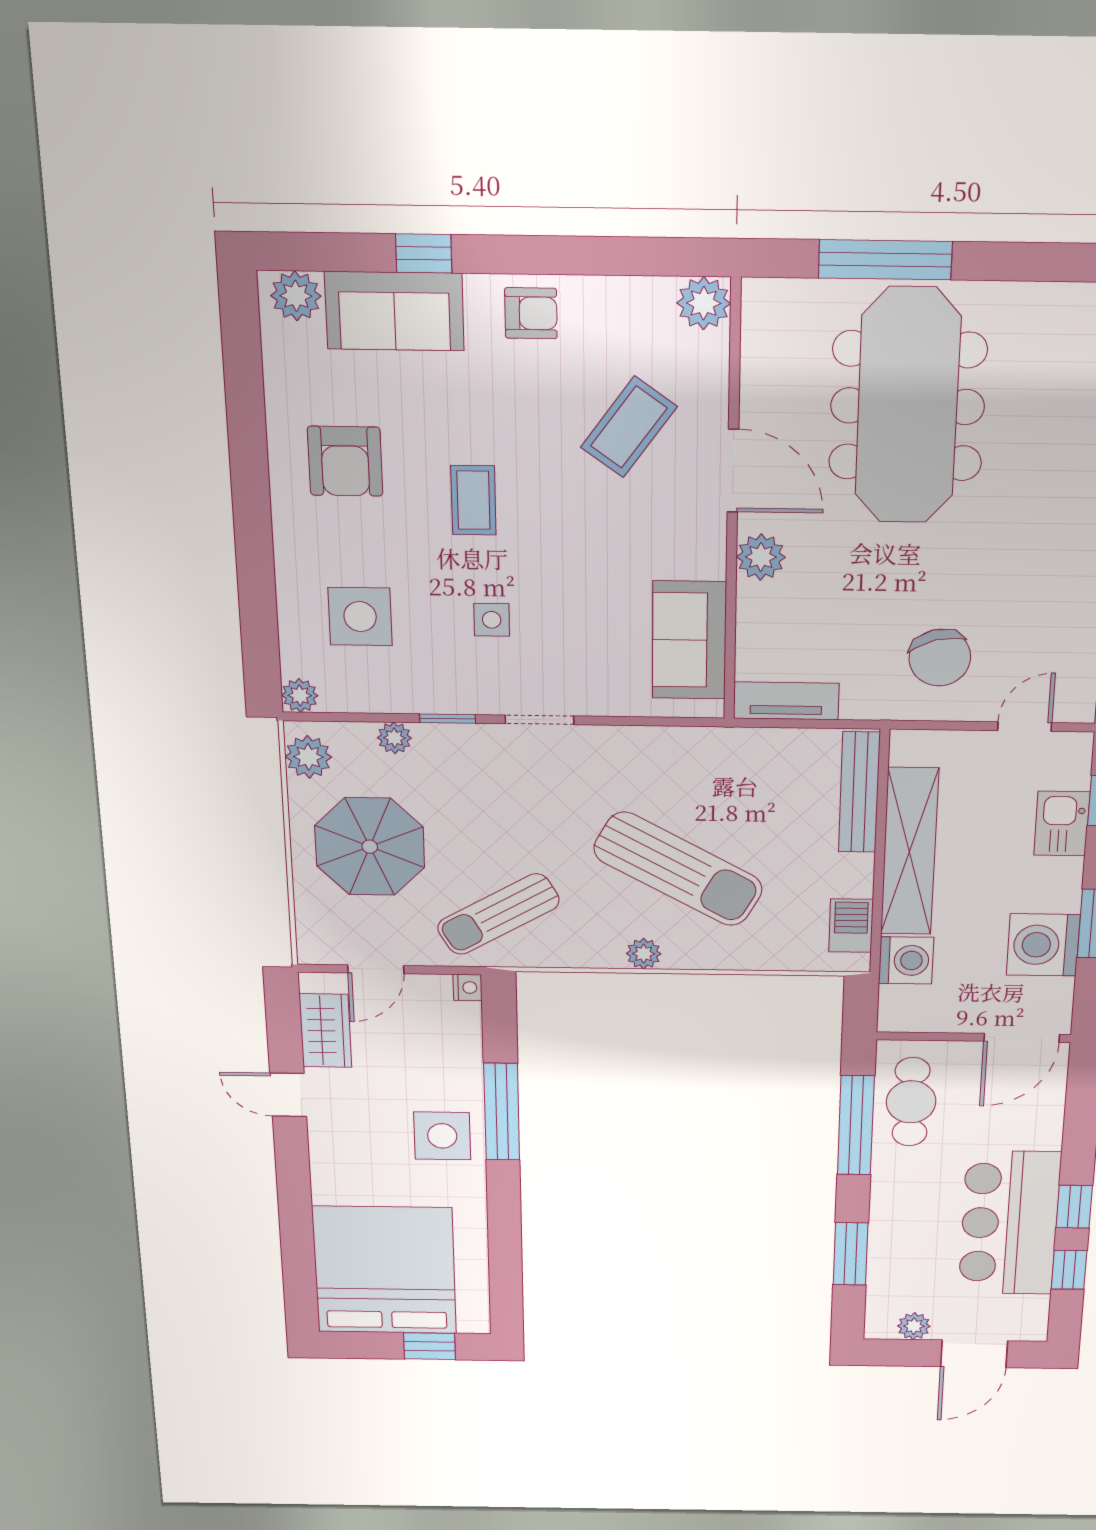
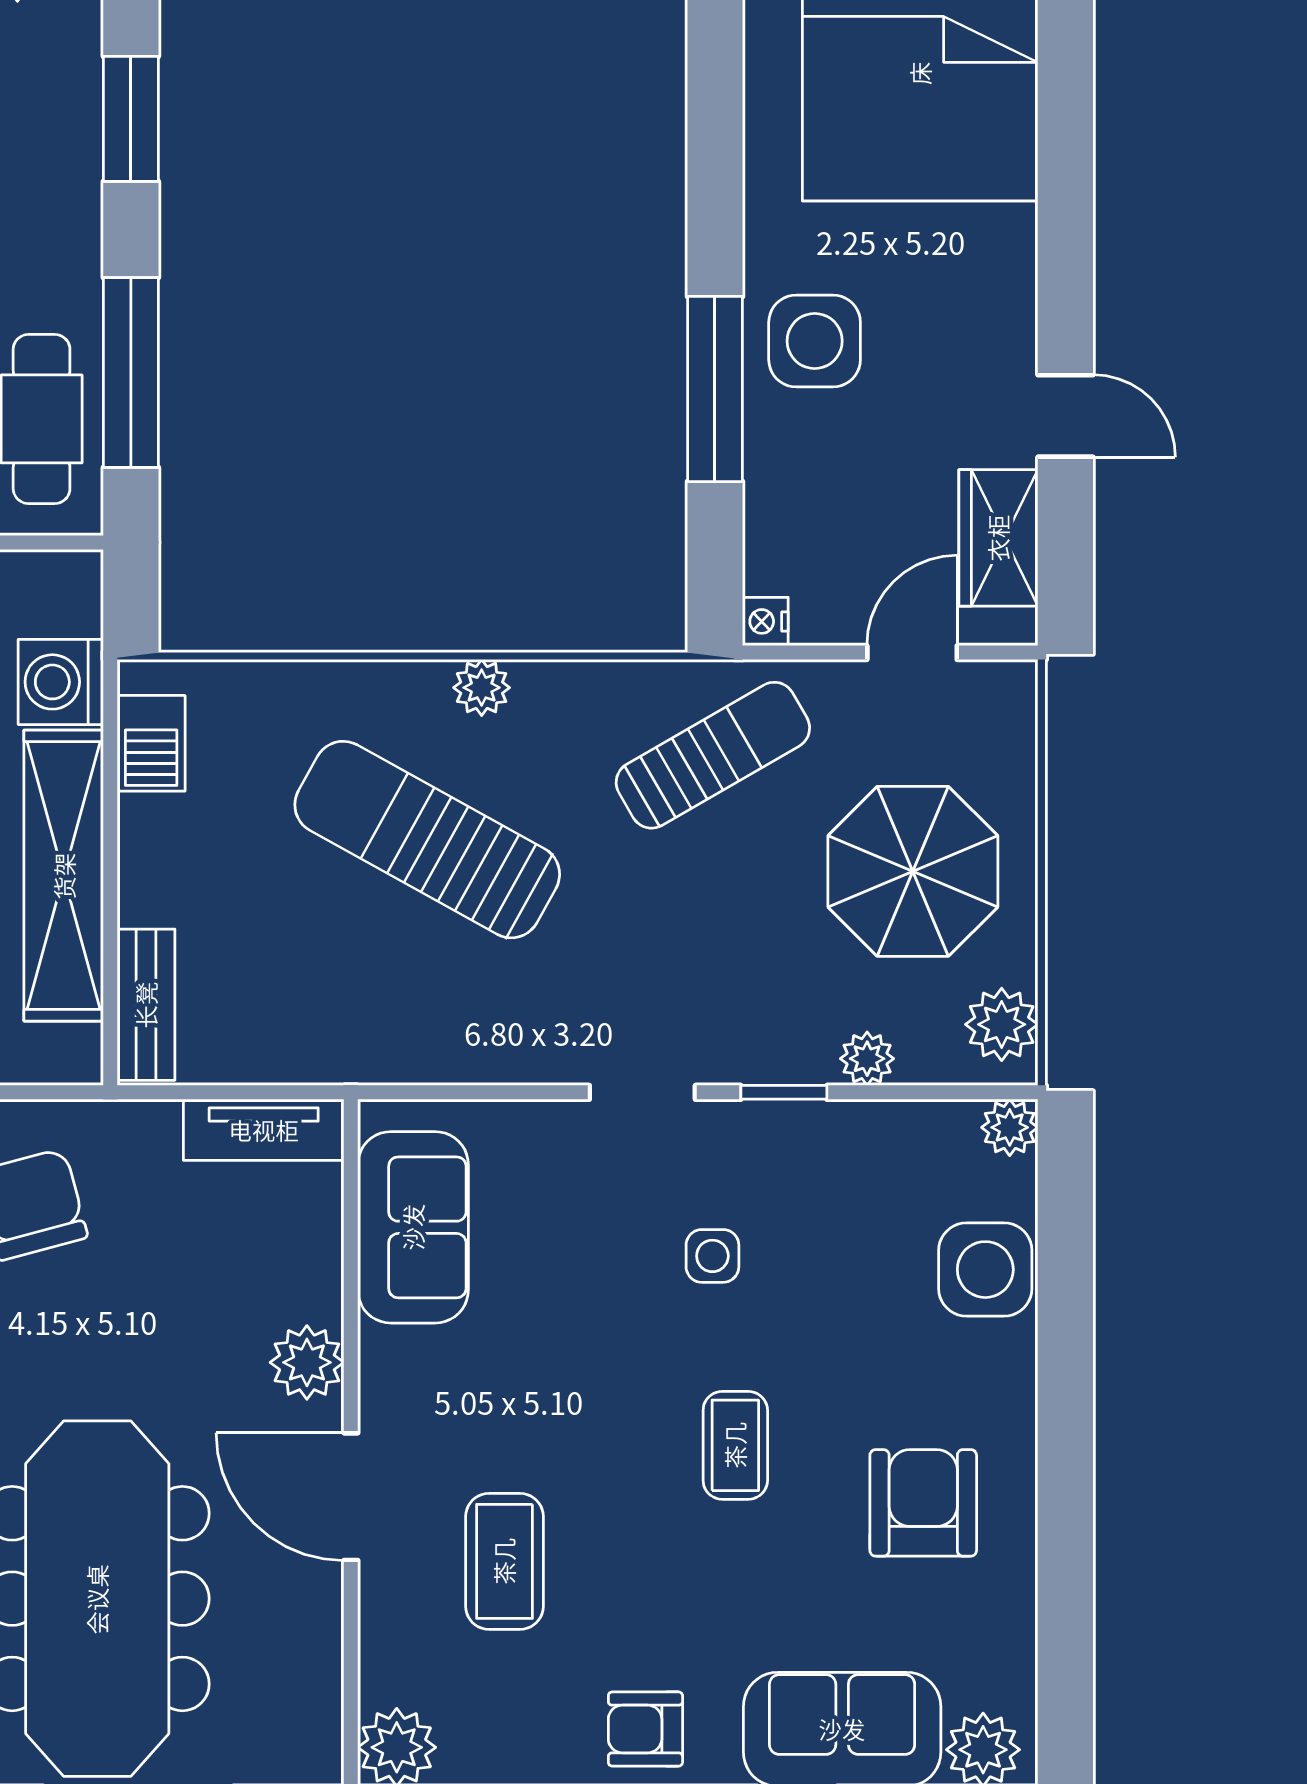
coffee table: (629, 427) -> (504, 1561), turned -36
side table: (360, 617) -> (985, 1270), moved
bench: (859, 792) -> (146, 1005), width x0.73

